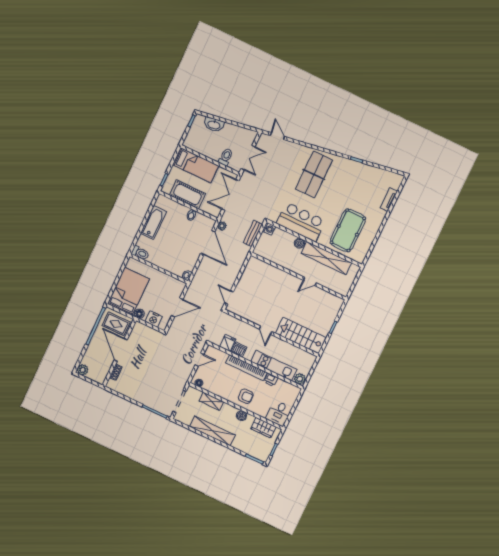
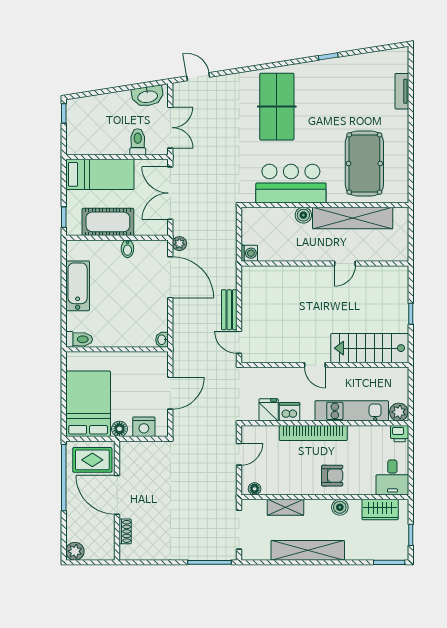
washbasin: (214, 125) -> (148, 96), moved
washing machine: (269, 229) -> (249, 253), moved
bench: (253, 234) -> (229, 310), moved
printer: (271, 380) -> (400, 434), moved

